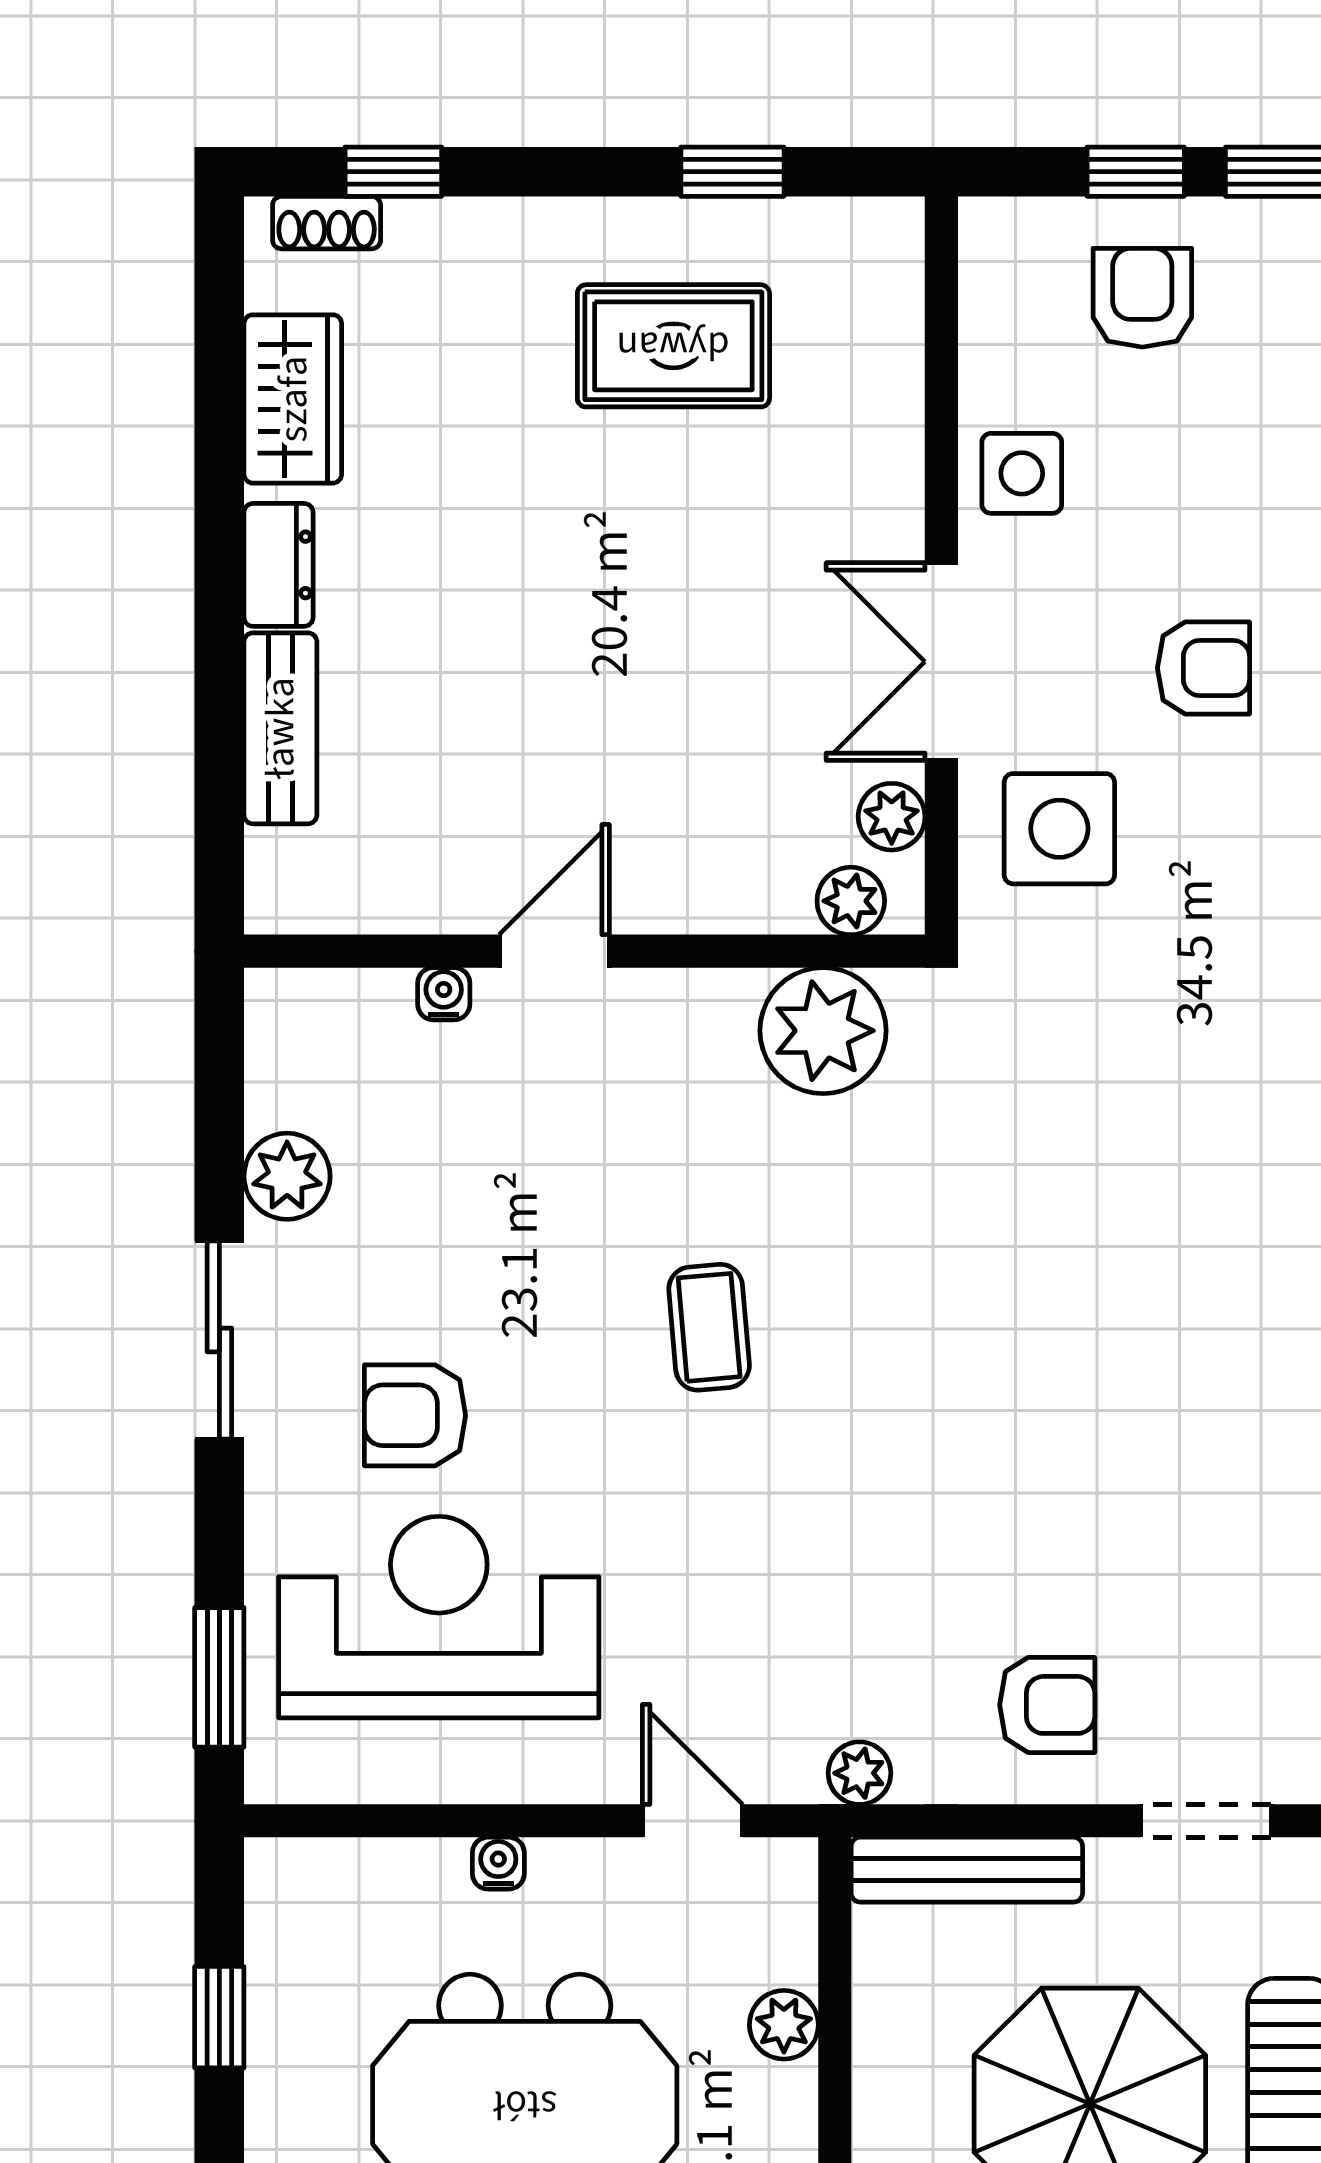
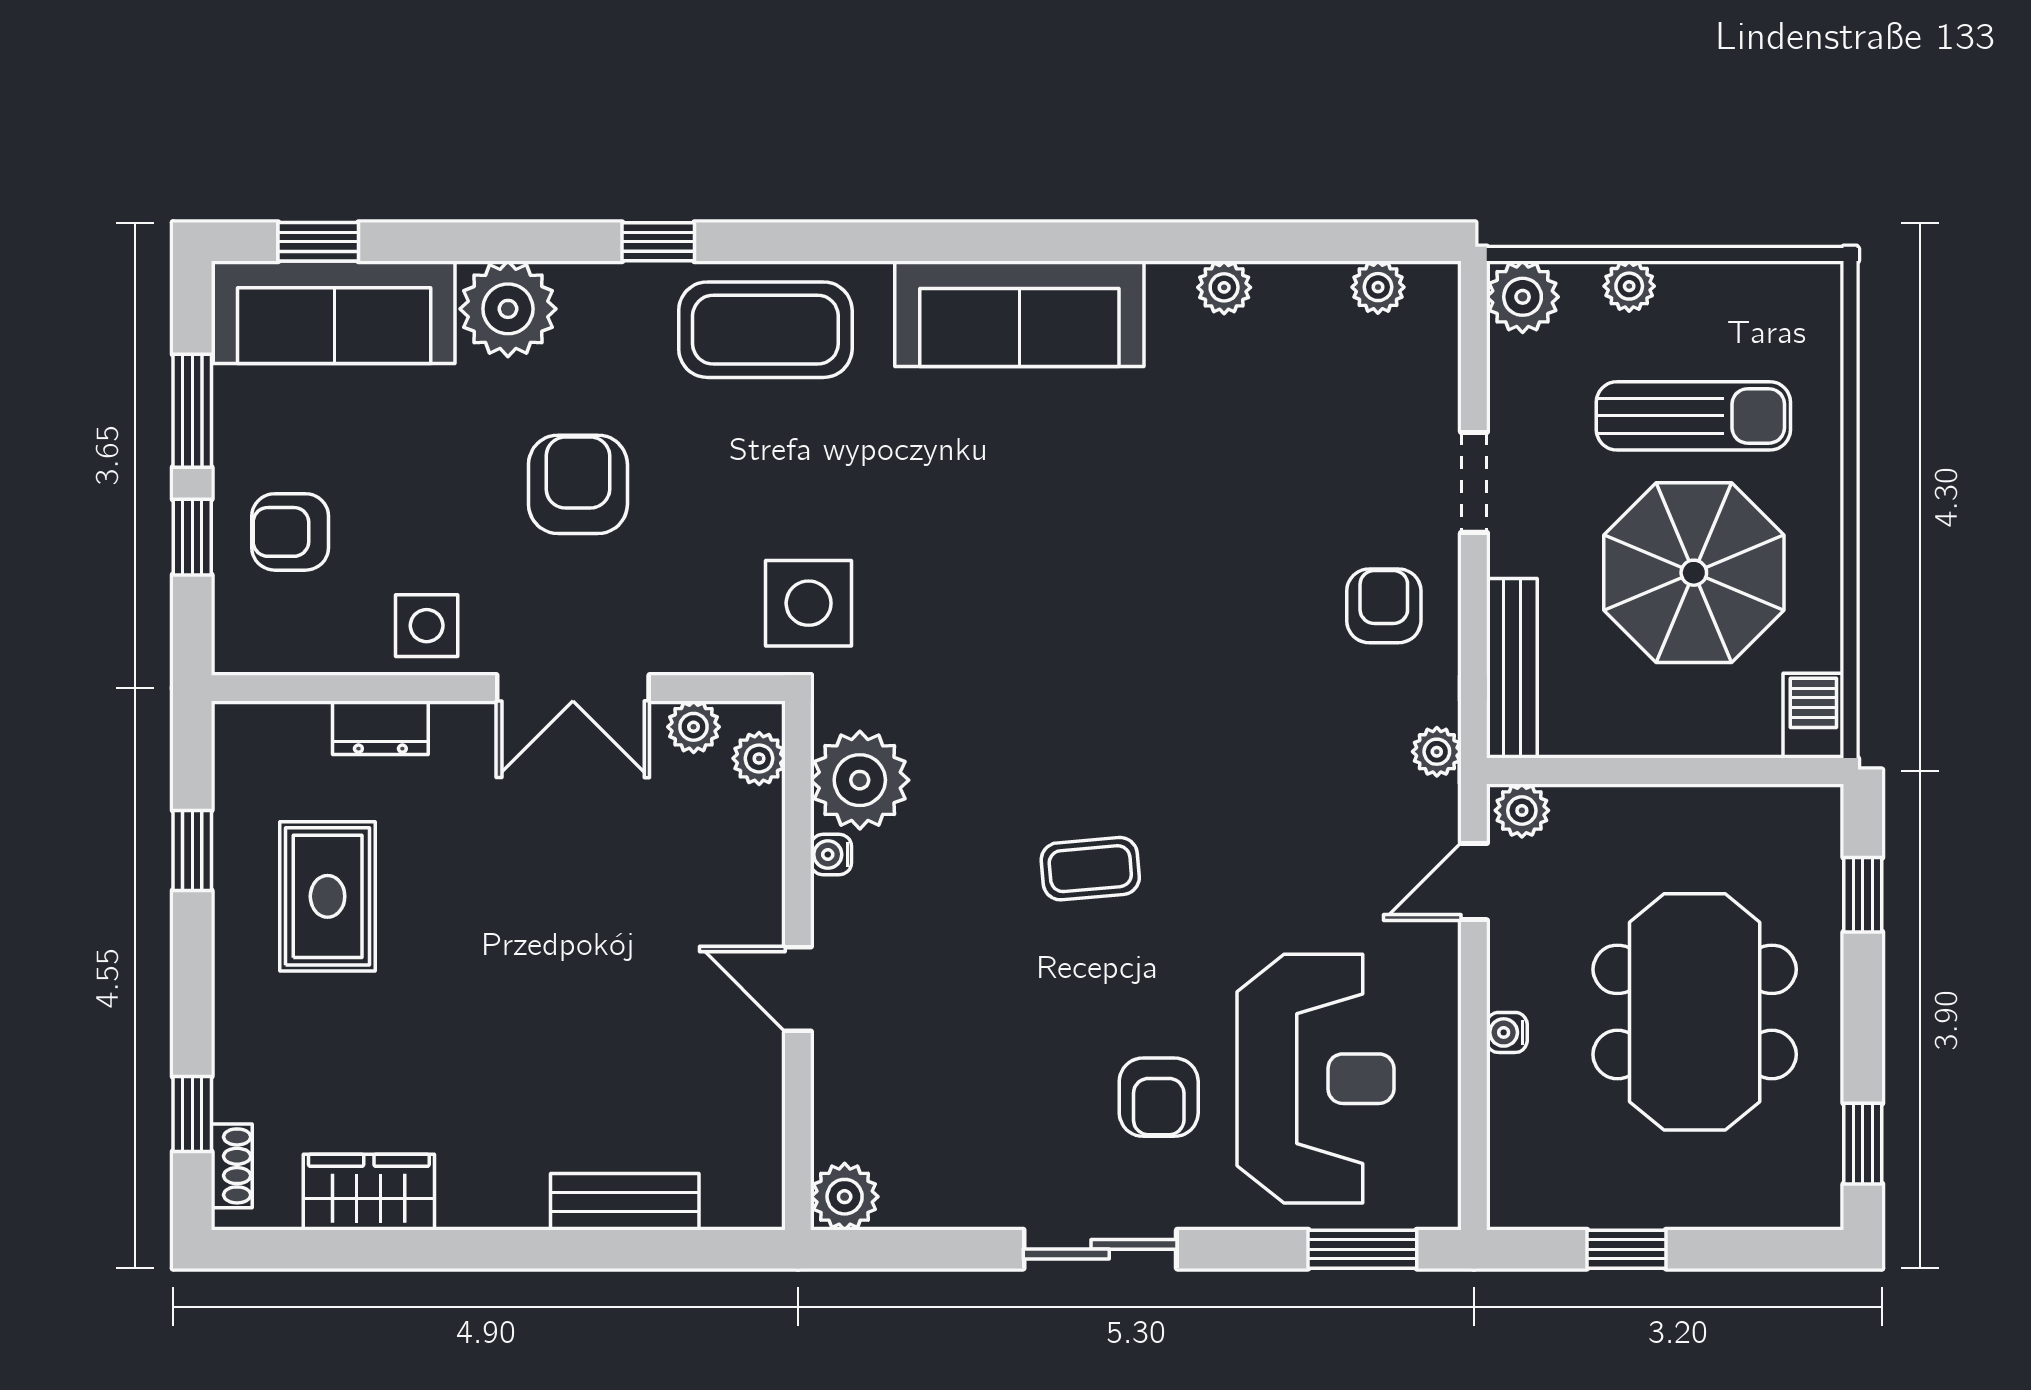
dresser: (279, 565) -> (380, 728), moved, turned 180
armchair: (1204, 668) -> (578, 484), width x1.38, depth x1.38
side table: (1059, 829) -> (809, 603), moved
water cooler: (444, 994) -> (831, 854), moved
plant: (287, 1176) -> (845, 1197), moved
reception desk: (439, 1617) -> (1316, 1079), turned 180
plant: (784, 2025) -> (1522, 810), moved

